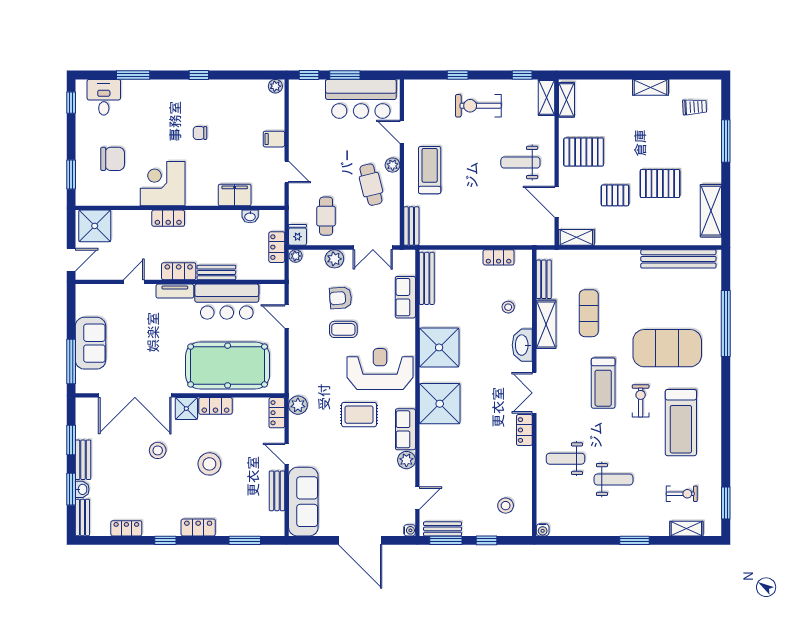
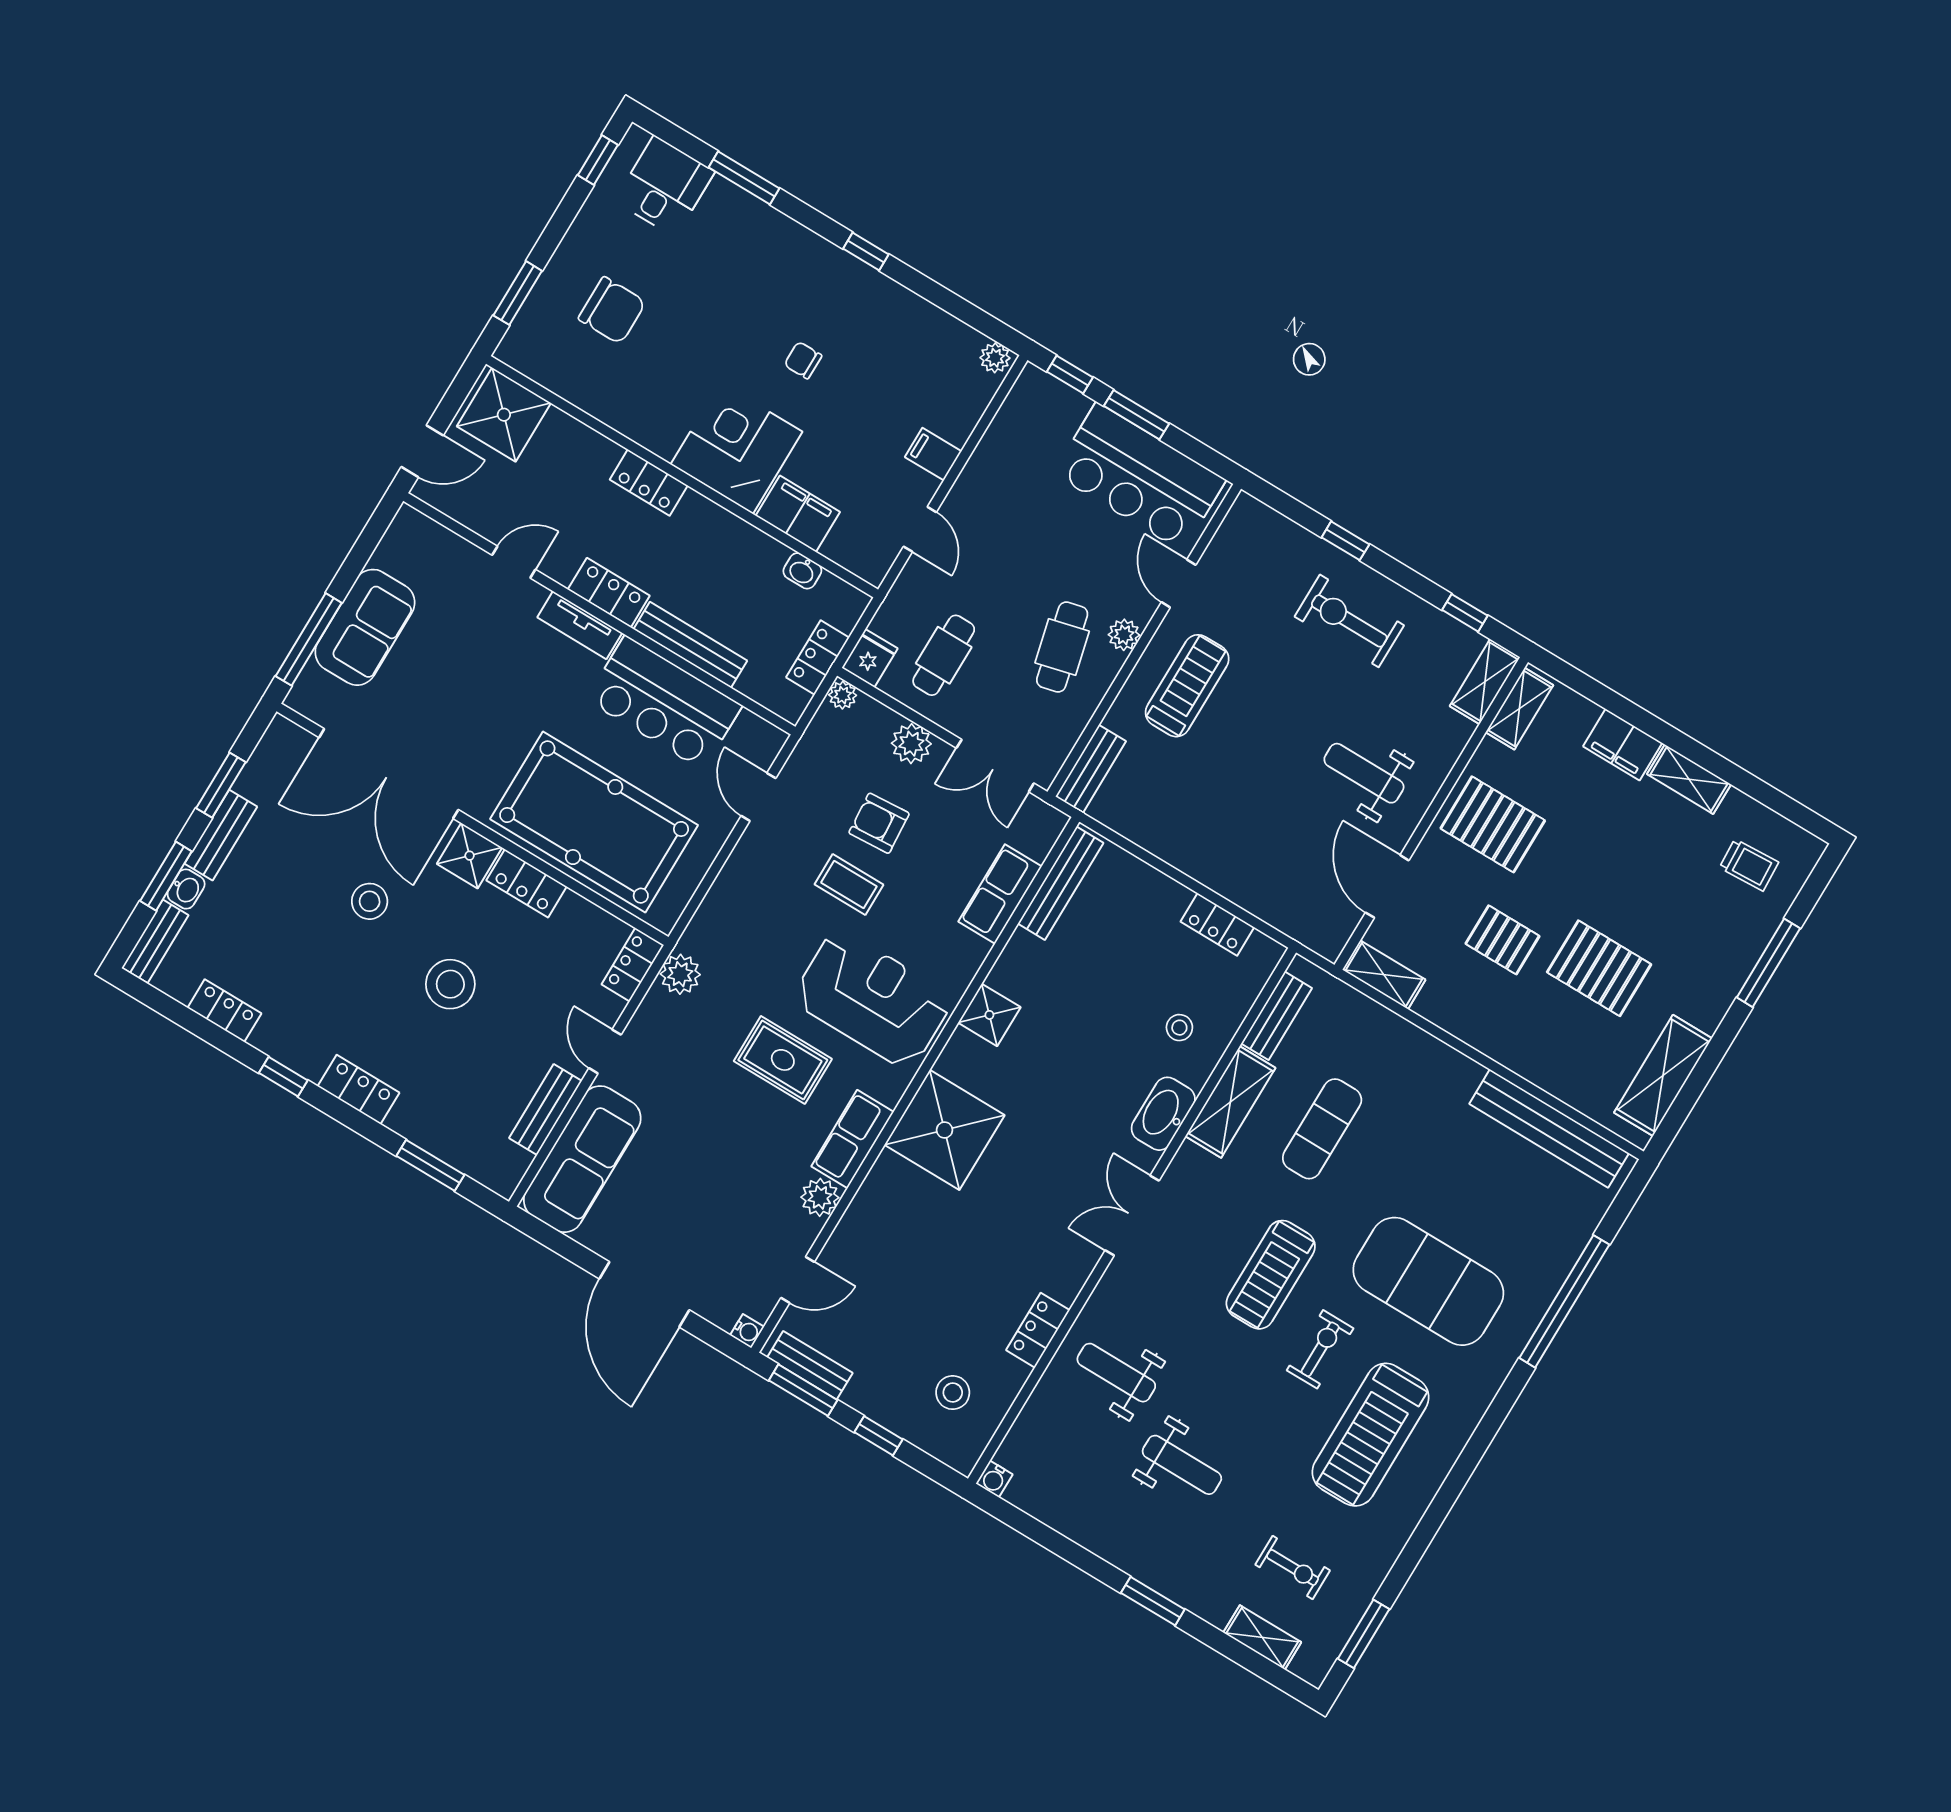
filing cabinet: (616, 89) -> (1623, 745), added
corner desk: (163, 184) -> (737, 448), moved
bench: (216, 272) -> (690, 645), width x1.36
shower: (439, 347) -> (989, 1015), width x0.54, depth x0.54
locker: (524, 430) -> (1038, 1330), moved

